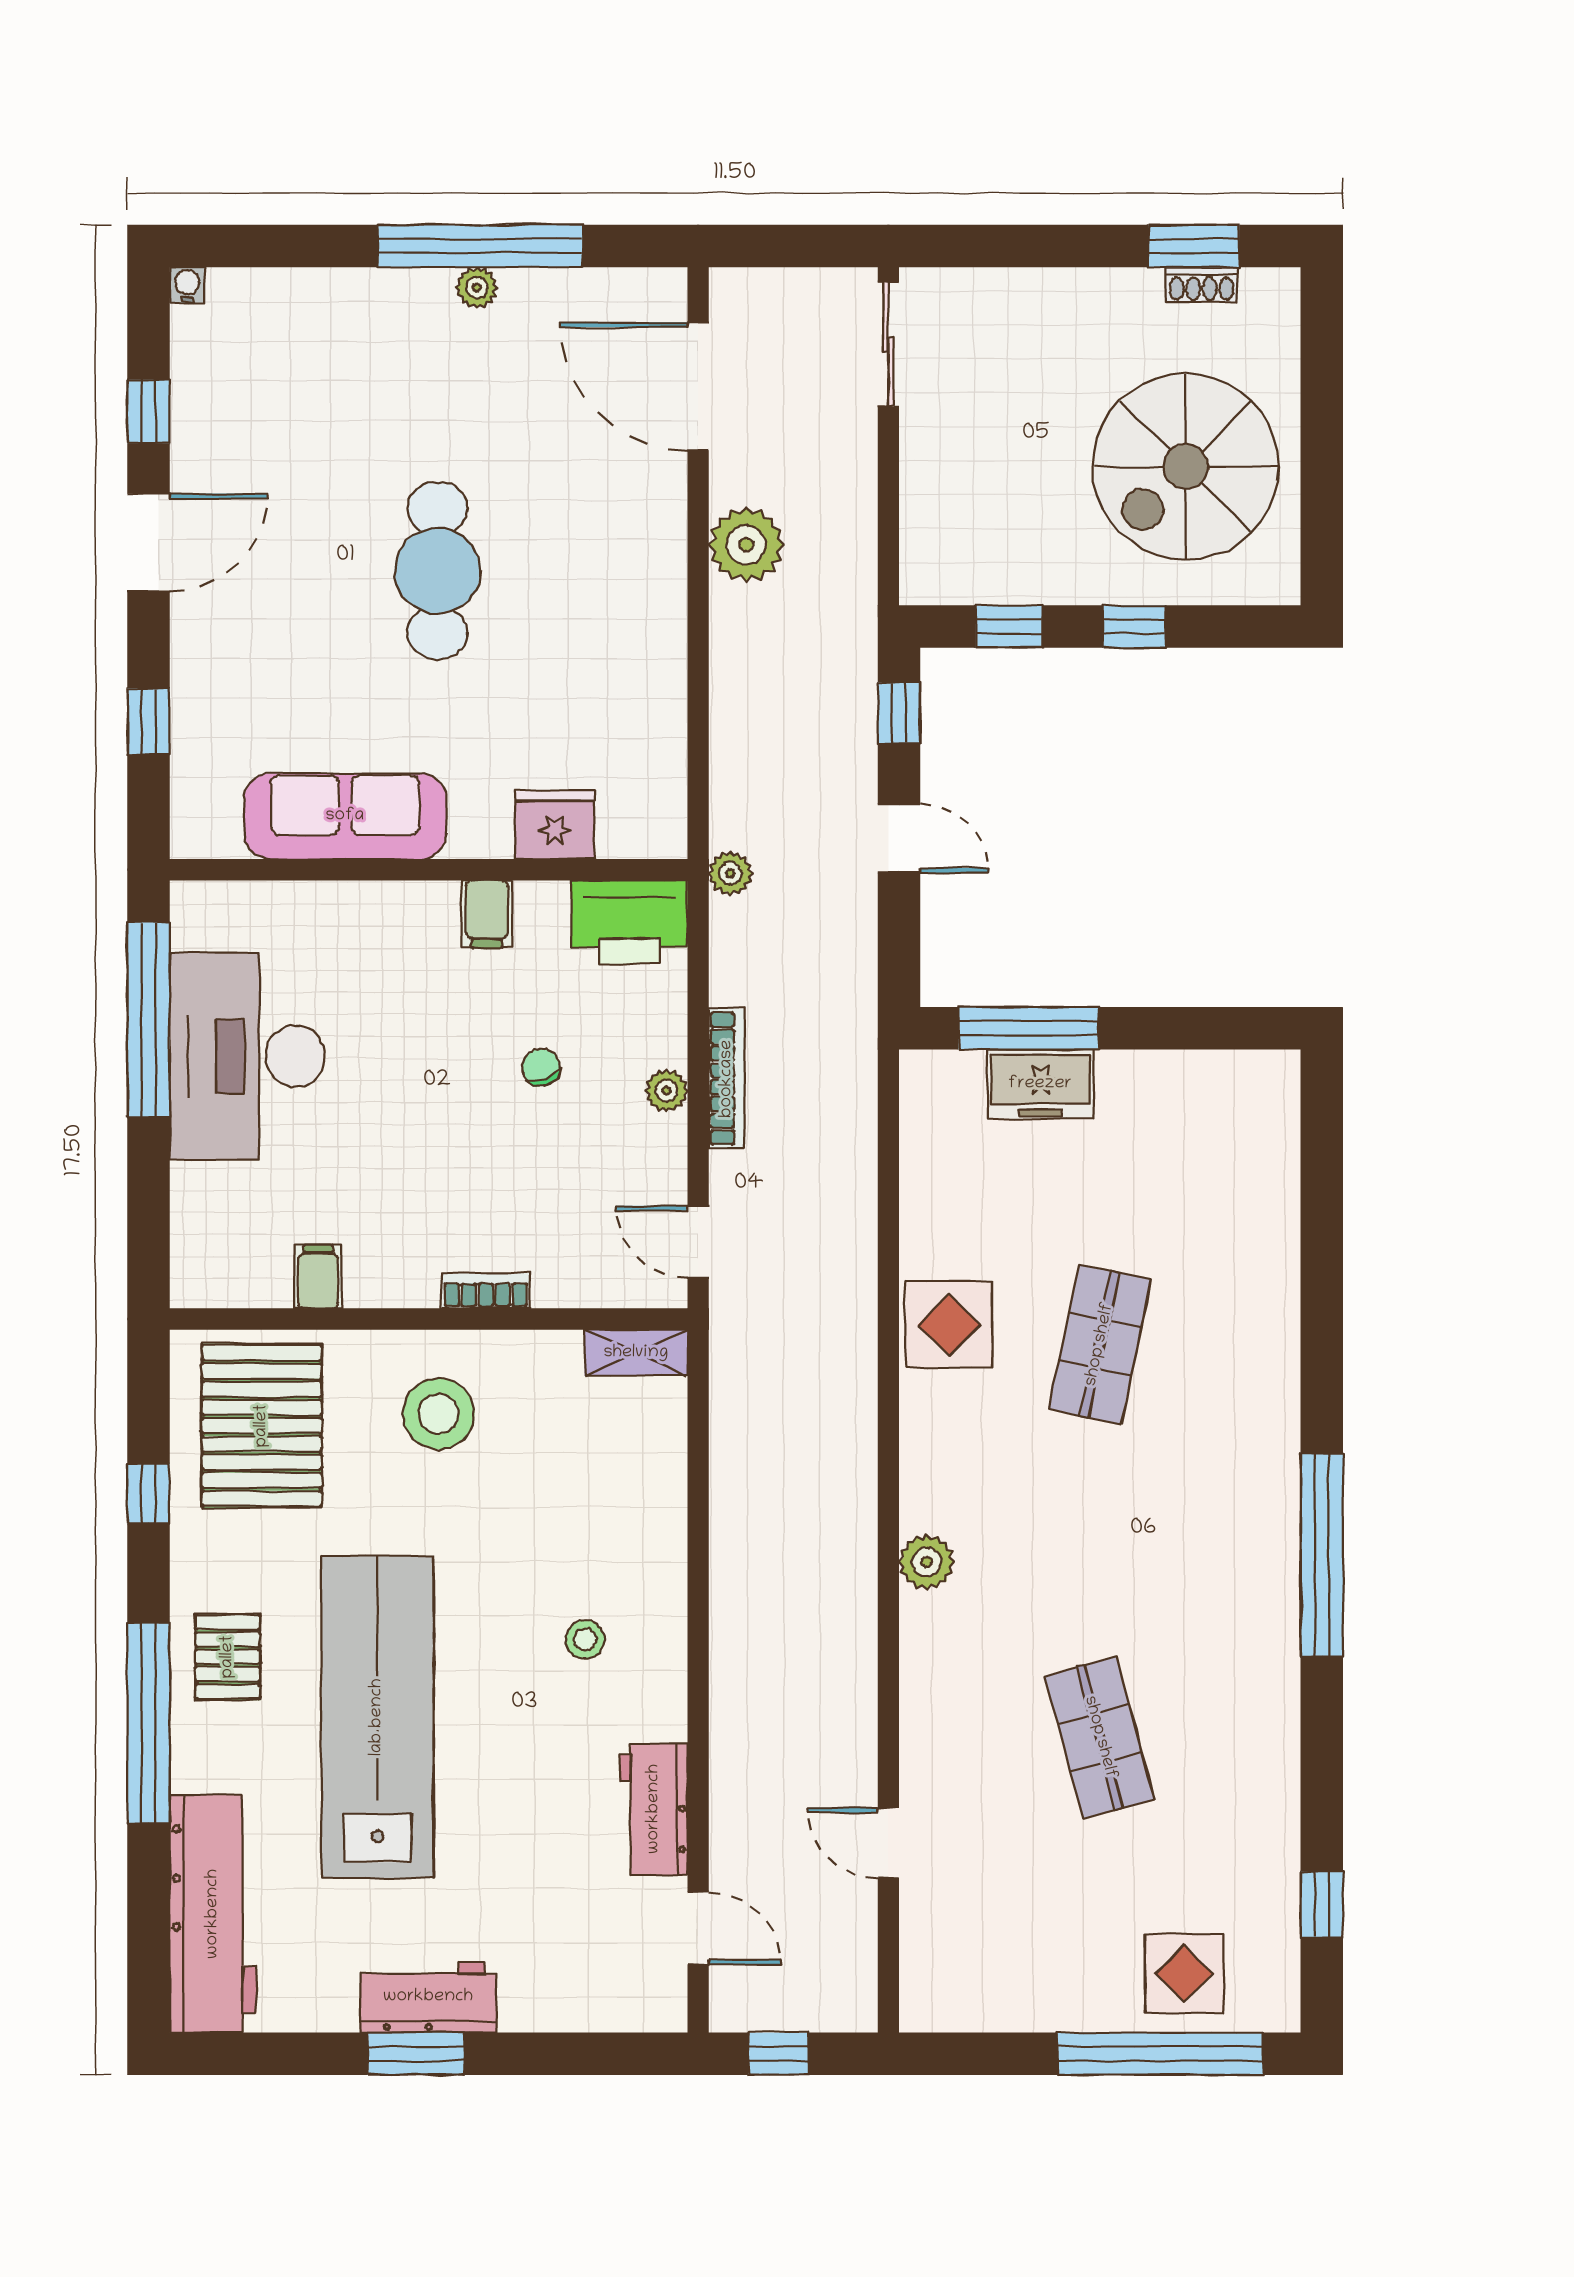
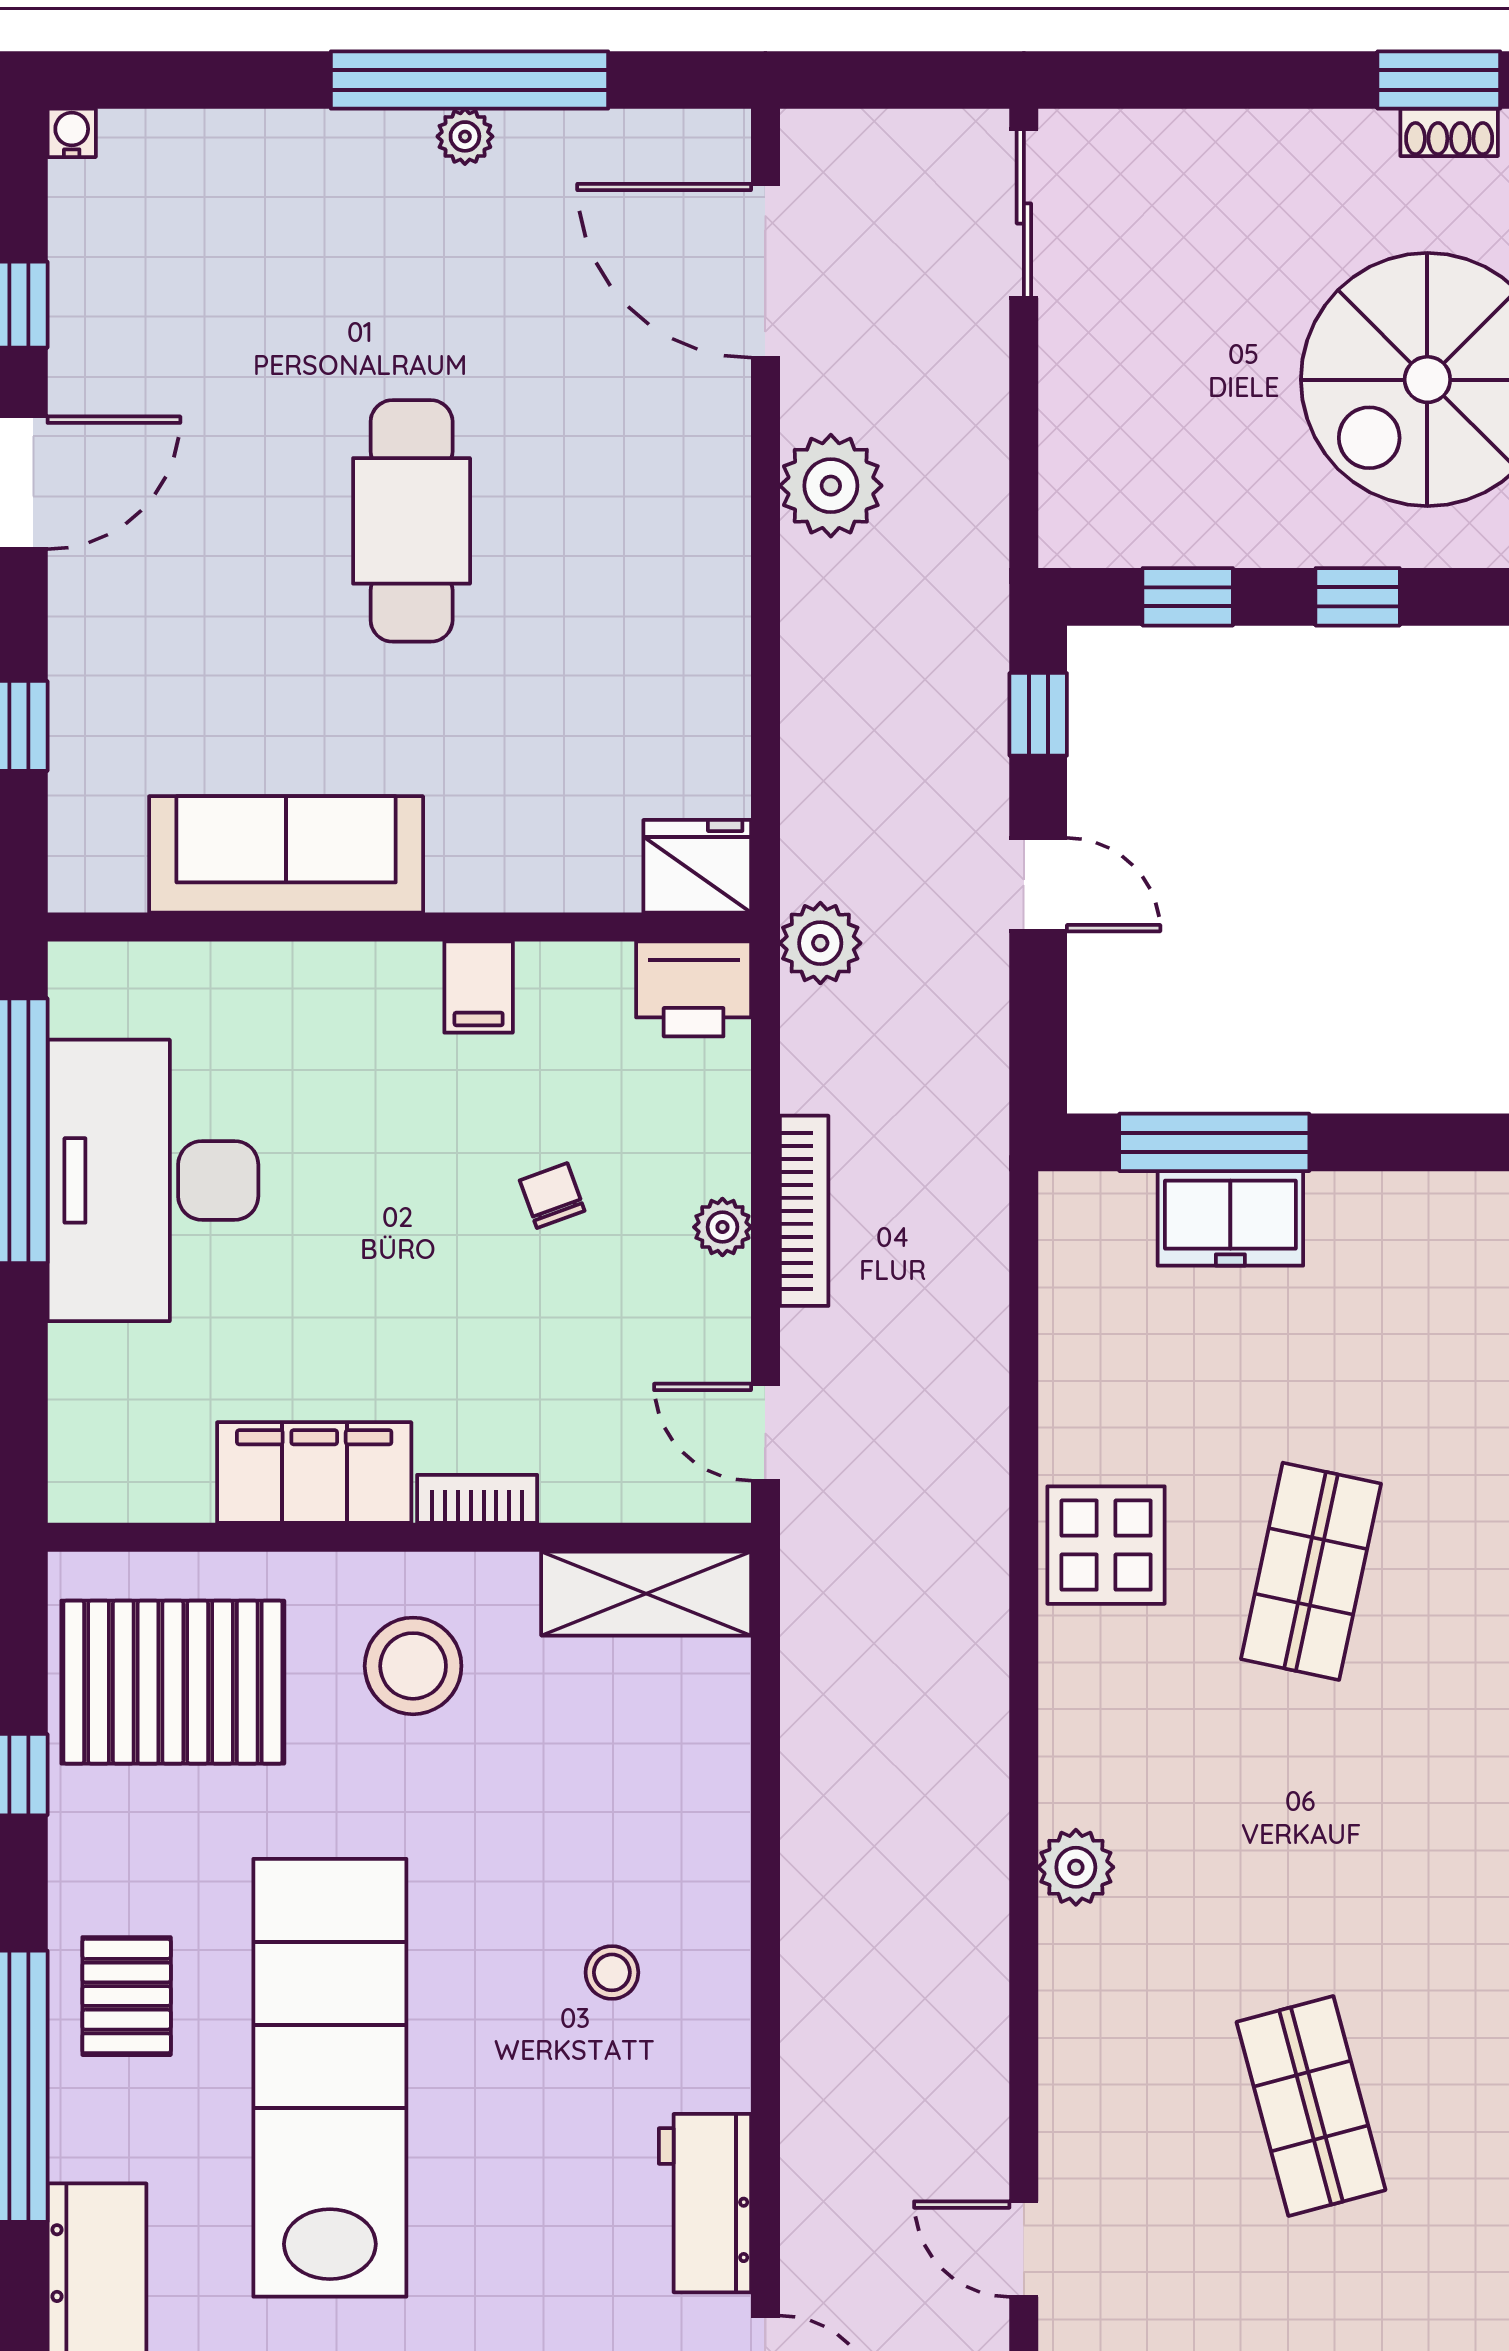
fridge: (555, 825) -> (697, 866), moved
plant: (730, 873) -> (820, 943), width x1.38, depth x1.38
printer: (629, 922) -> (694, 989), width x0.73, depth x0.84
filing cabinet: (318, 1277) -> (314, 1472), width x3.00, depth x1.17
shelving: (636, 1353) -> (646, 1594), width x1.50, depth x1.33
pallet: (262, 1426) -> (173, 1682), turned 90

